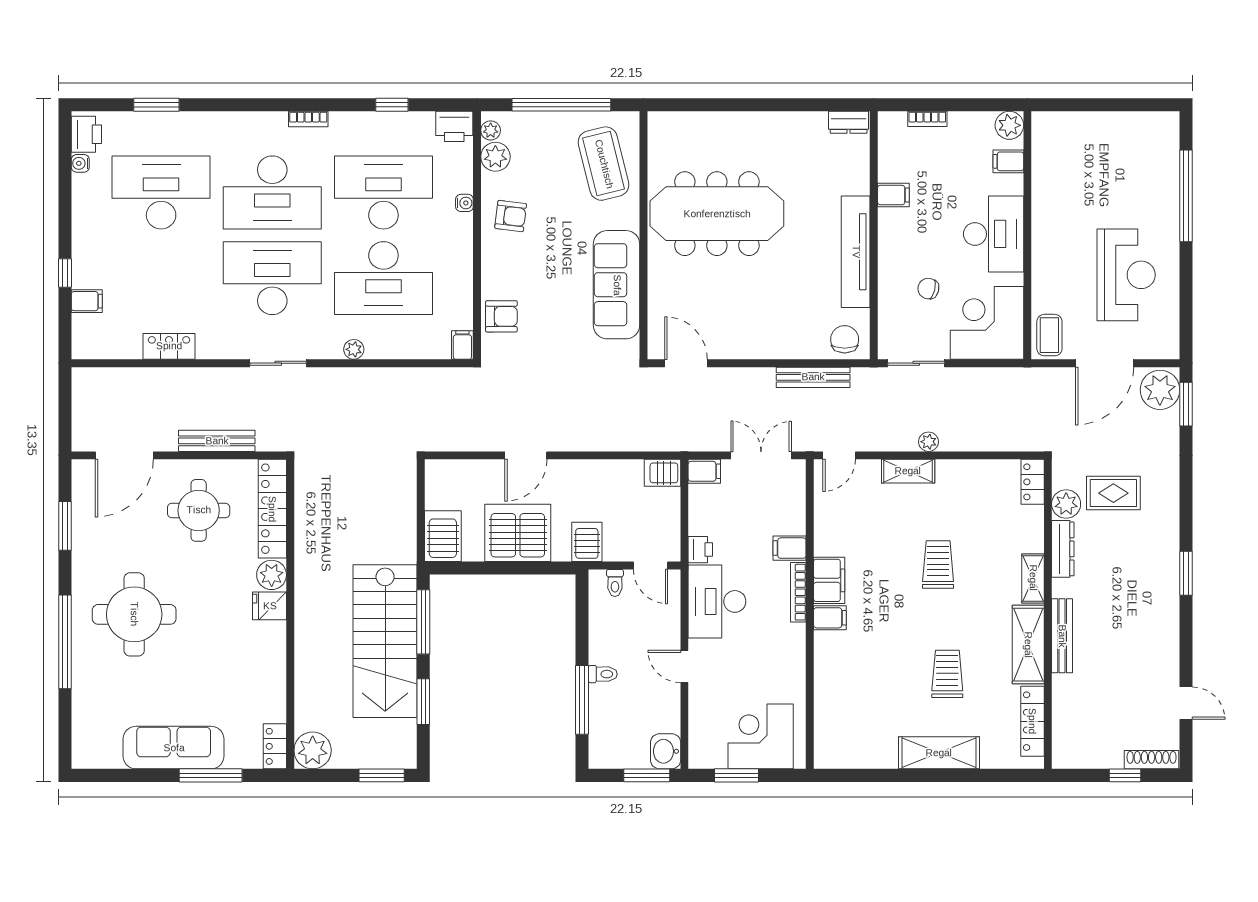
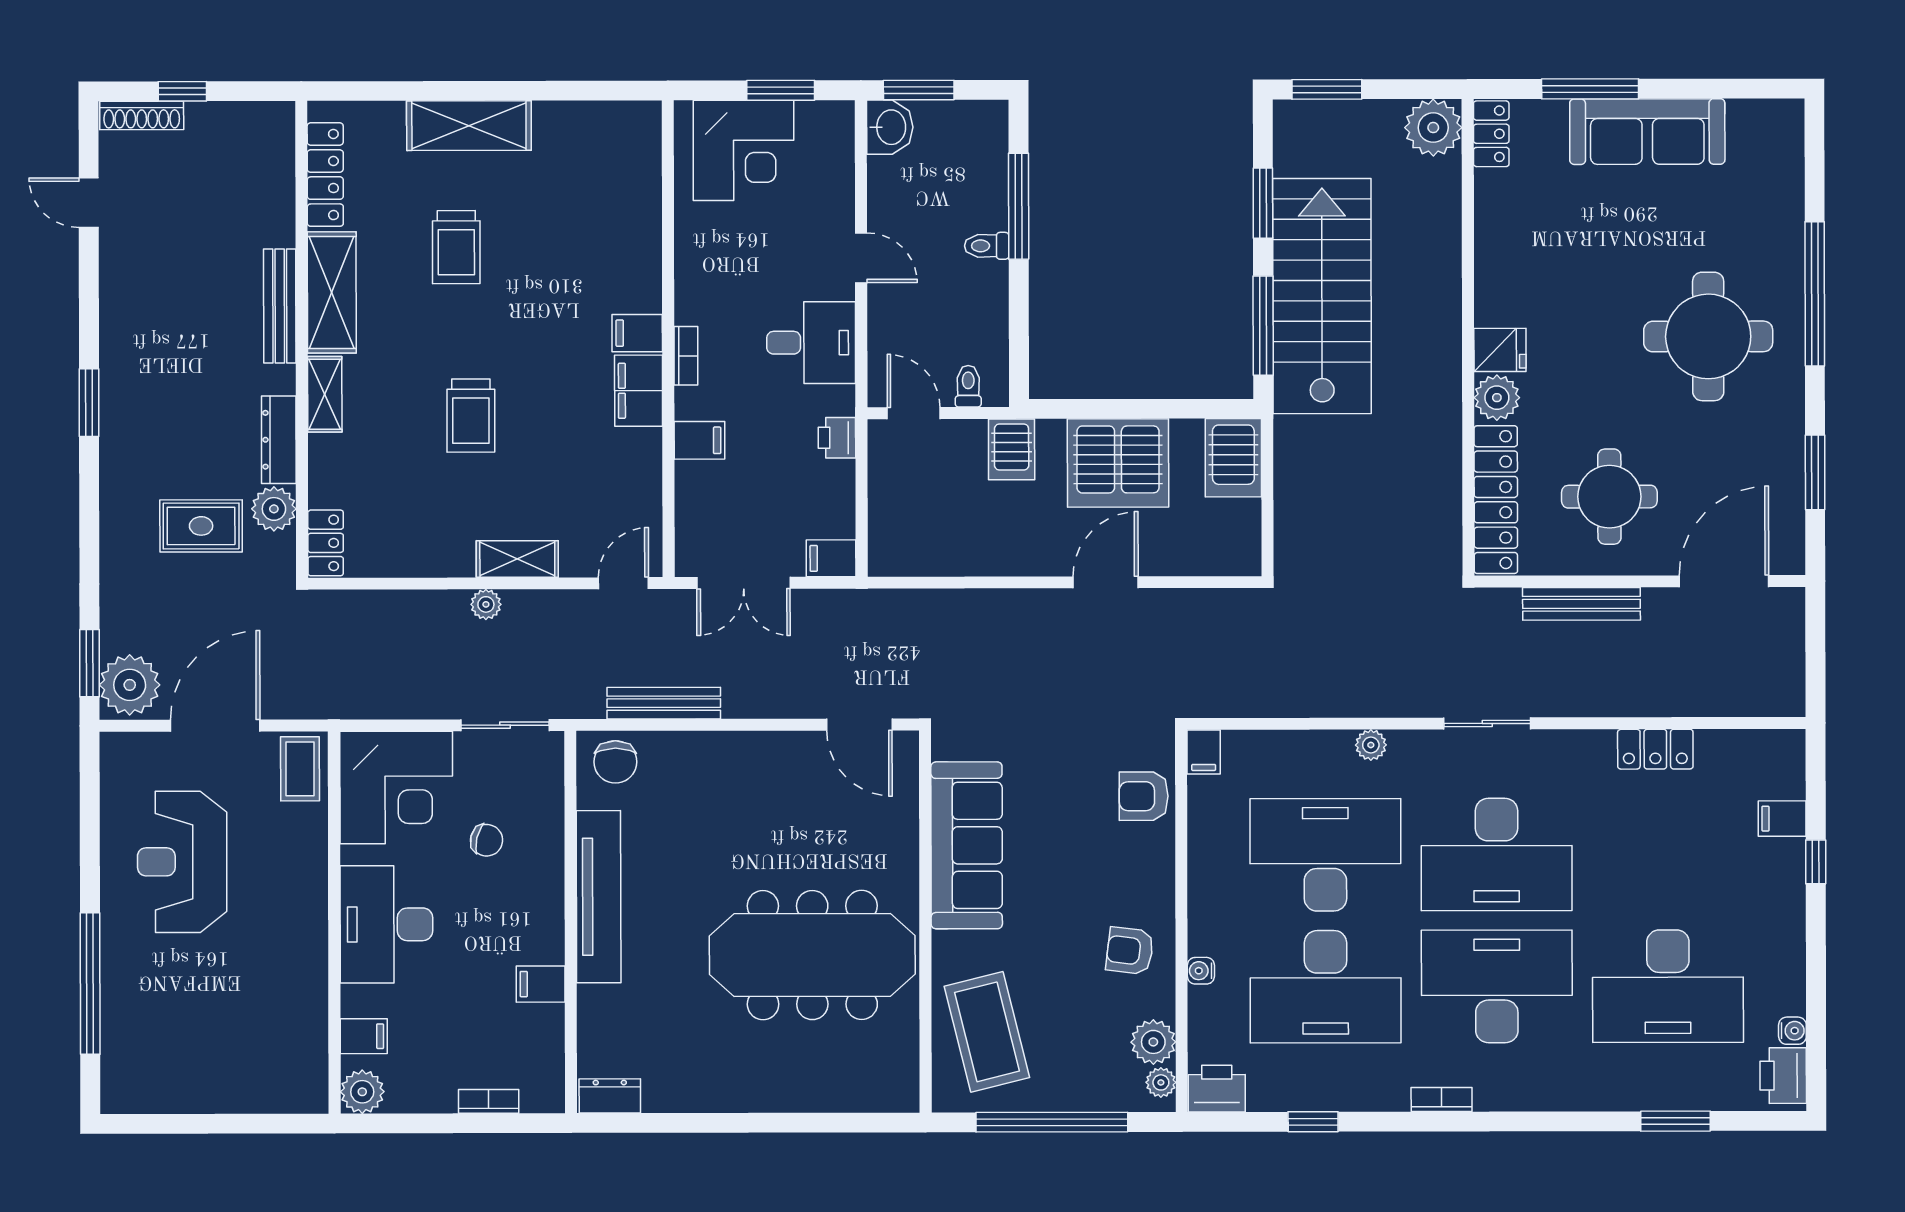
server rack: (662, 473) -> (895, 556), removed
bookcase: (798, 592) -> (686, 356), width x0.64
desk: (717, 601) -> (811, 343), width x0.73

